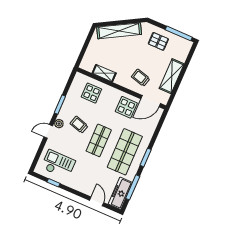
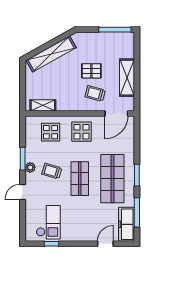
pallet: (158, 41) -> (91, 71), moved
shelving: (104, 73) -> (43, 105), moved
display table: (126, 107) -> (82, 132), moved
plant: (59, 124) -> (30, 167), moved
checkout: (58, 164) -> (48, 222), turned 90
door: (97, 201) -> (105, 244), hinge flipped

